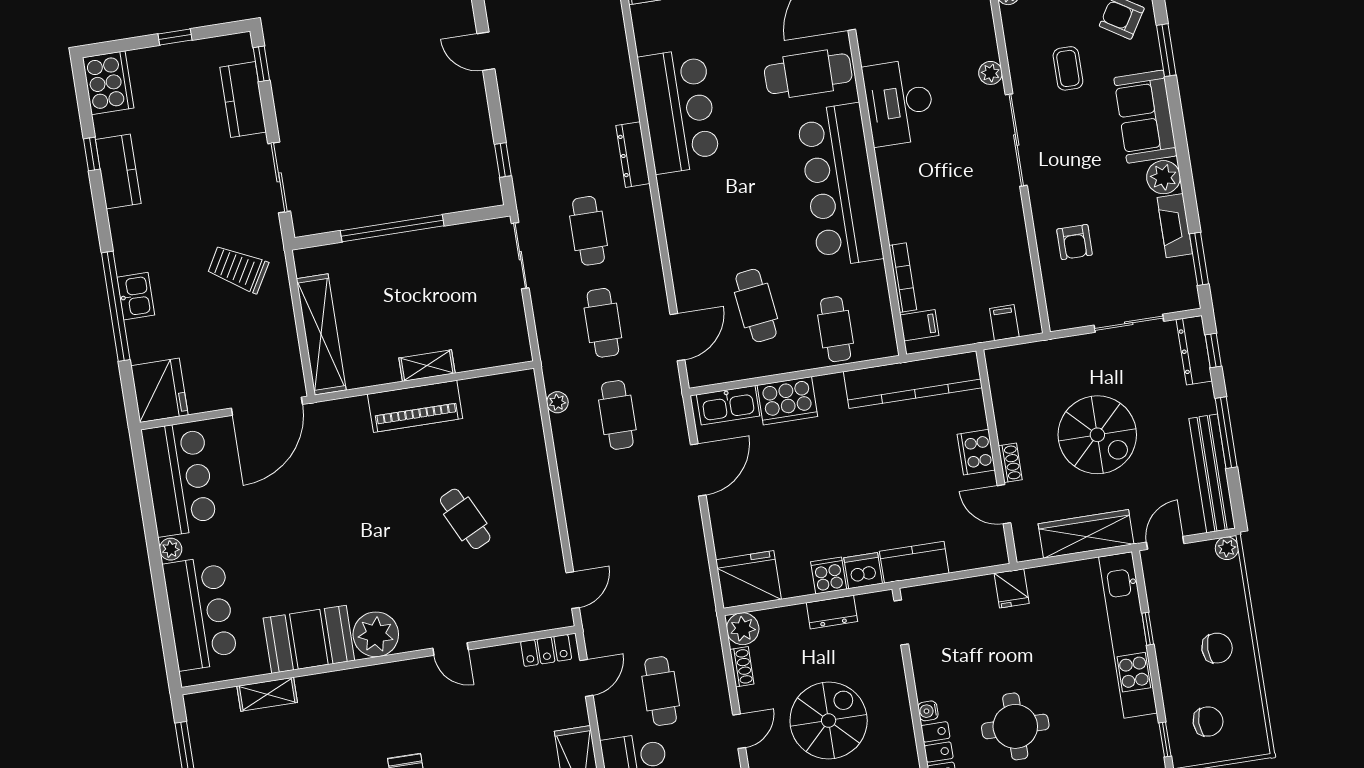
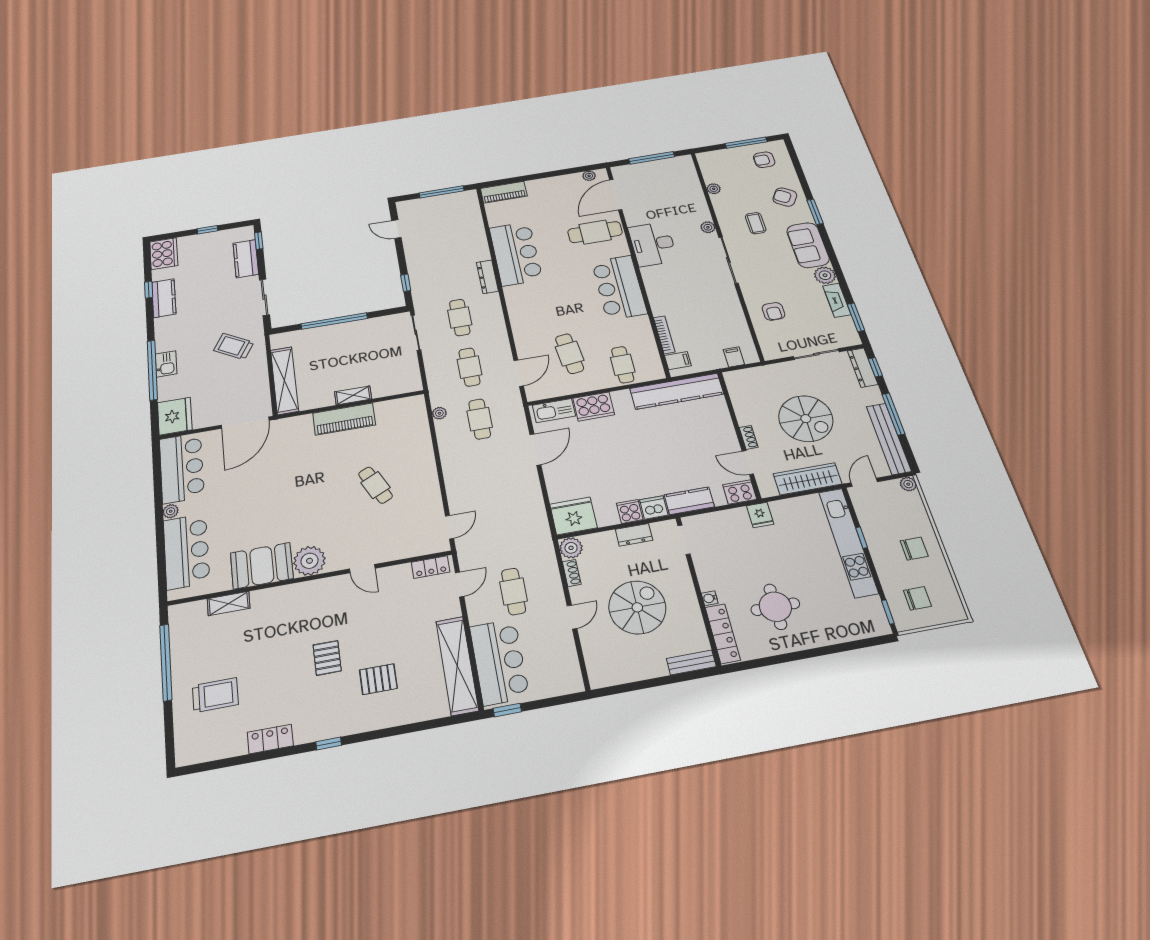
bar counter: (840, 185) -> (619, 287), width x0.73
cooker: (976, 452) -> (740, 492), moved, turned 90

